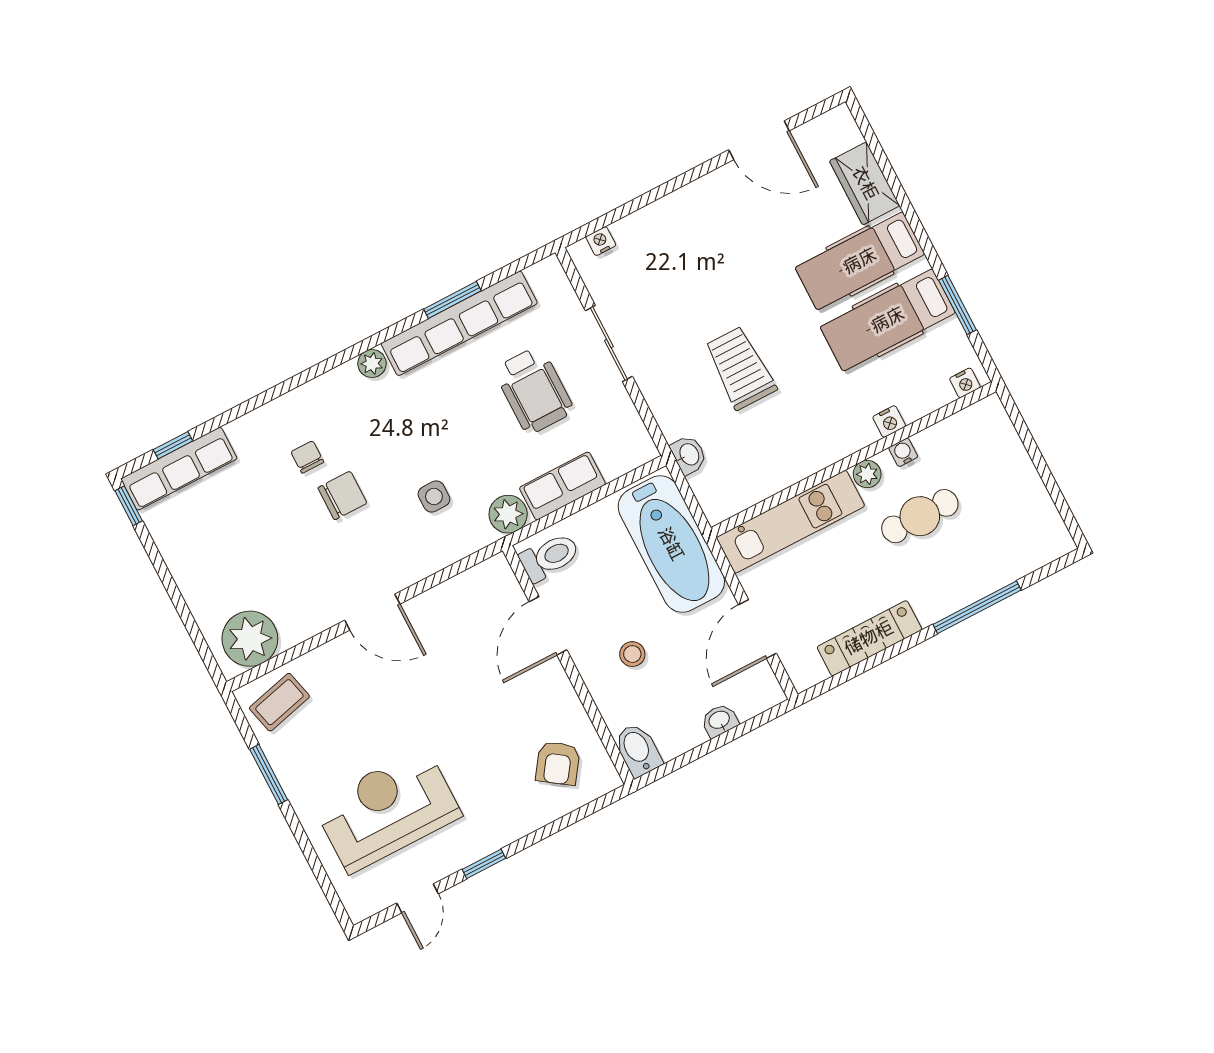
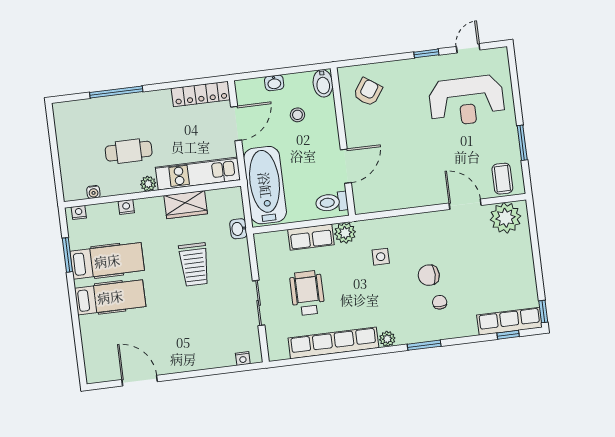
wardrobe: (865, 183) -> (186, 205), moved, turned 90
window: (452, 300) -> (424, 345), moved
water cooler: (903, 452) -> (93, 192), moved
chair: (307, 457) -> (440, 302), turned 180
door: (372, 612) -> (465, 204), moved
locker: (869, 638) -> (201, 94), moved
stool: (632, 654) -> (297, 115), moved
coffee table: (279, 702) -> (502, 179), turned -76

